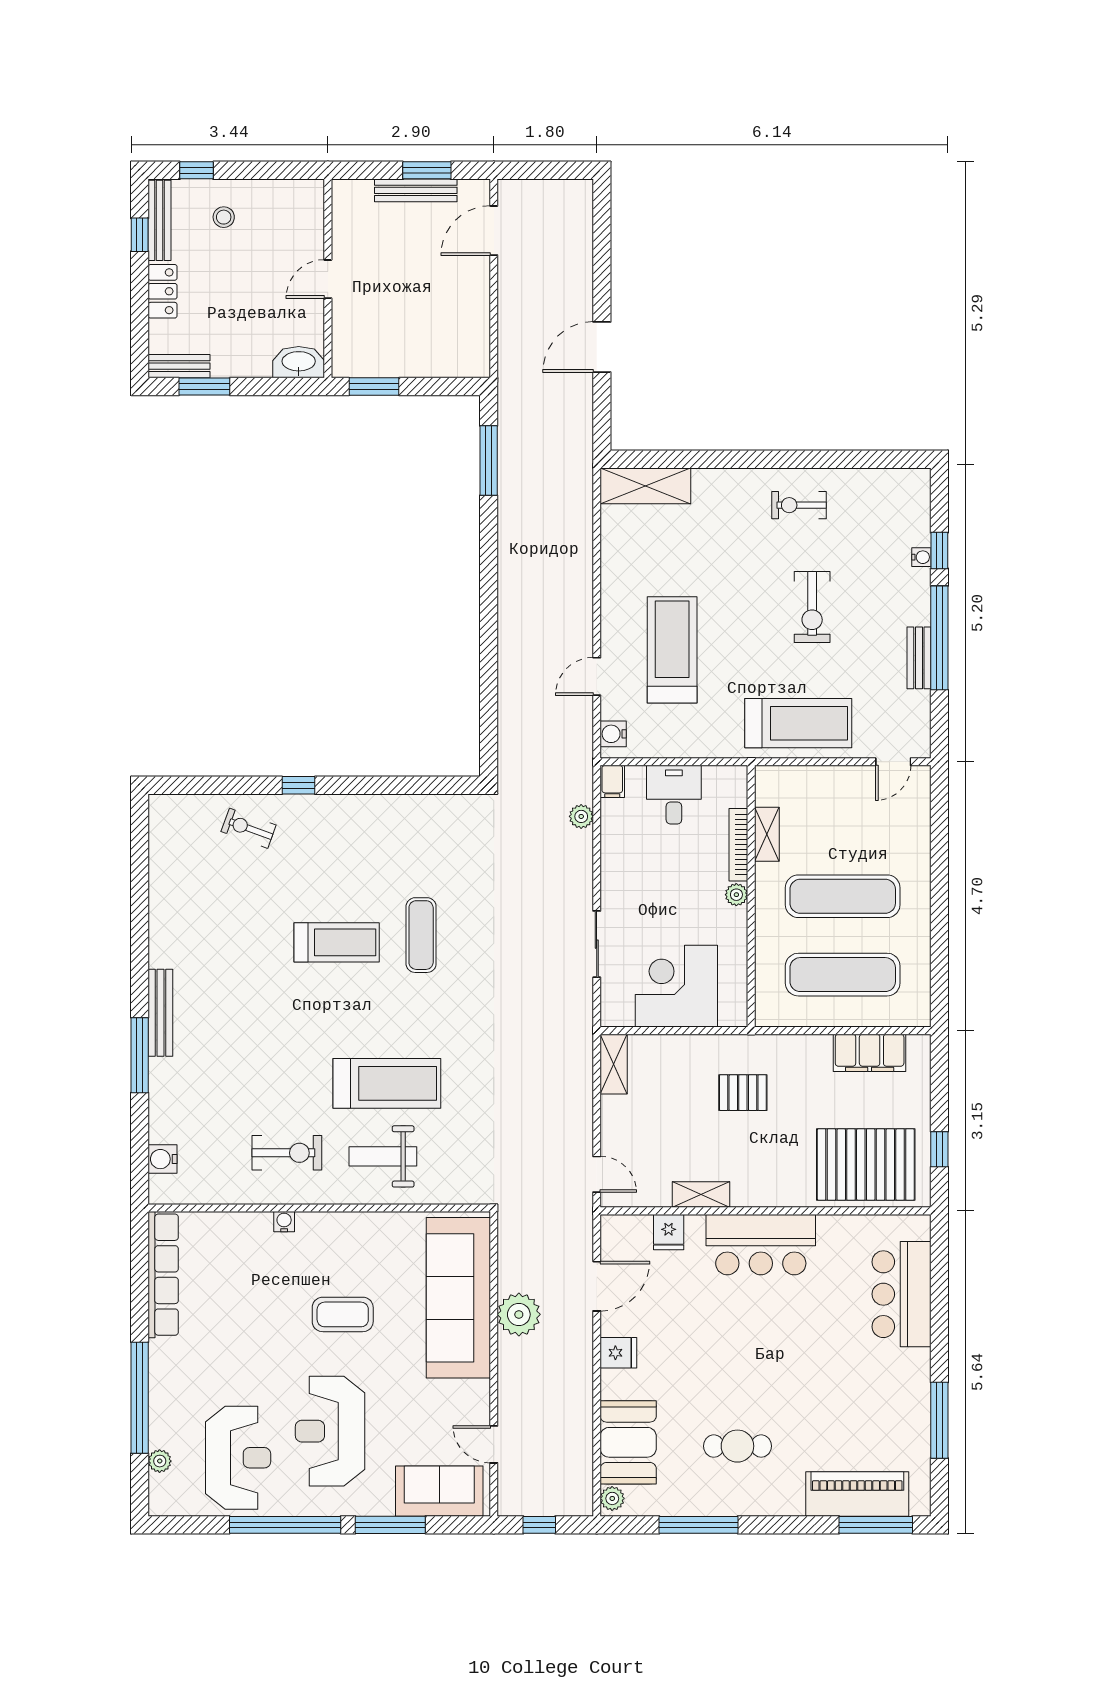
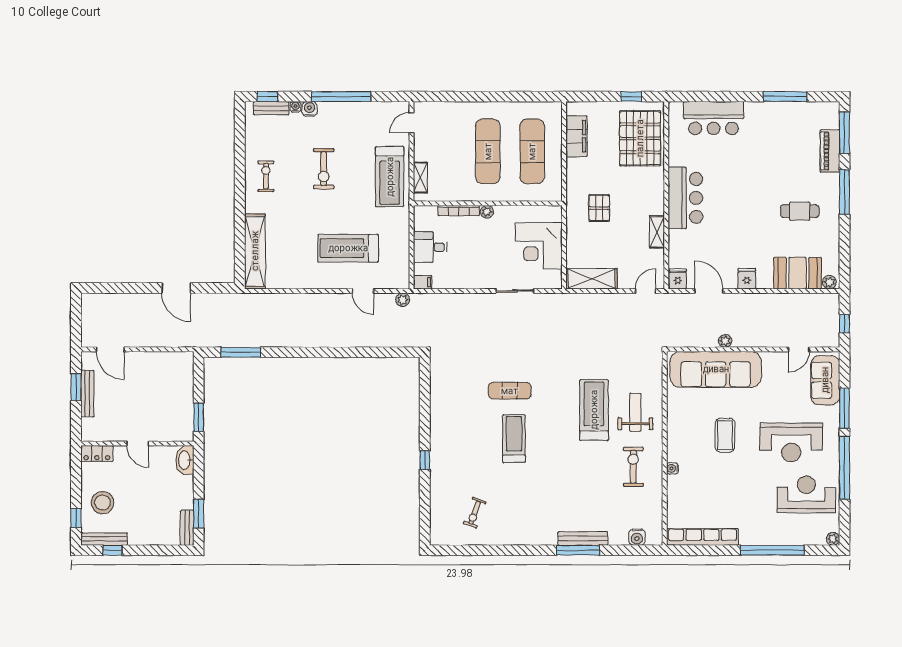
stool: (224, 217) -> (103, 503), width x1.89, depth x1.89
locker: (163, 291) -> (97, 454), moved, turned 180
shelving: (645, 486) -> (255, 251), width x1.47
exercise bike: (799, 505) -> (266, 176), turned 180
window: (939, 550) -> (267, 97), moved
exercise bike: (812, 607) -> (324, 169), turned 90
bench: (919, 658) -> (271, 108), moved
treadmill: (798, 723) -> (390, 177), turned 180
water cooler: (613, 734) -> (310, 109), moved, turned 180
door: (893, 762) -> (412, 123), swing flipped
plant: (581, 816) -> (403, 300), moved
exercise bike: (249, 828) -> (475, 513), moved
shelving: (767, 834) -> (420, 178), moved, turned 90
bench: (160, 1013) -> (583, 538), moved
shelving: (614, 1064) -> (592, 279), width x1.50, depth x1.33
weight bench: (383, 1156) -> (635, 412), turned 180
fridge: (669, 1232) -> (678, 279), moved, turned -90
plant: (519, 1314) -> (725, 341), width x0.53, depth x0.53
cafe table: (737, 1446) -> (800, 211), turned 90
plant: (160, 1461) -> (833, 539), moved
piano: (857, 1494) -> (830, 151), width x0.73, depth x0.75
window: (699, 1525) -> (844, 192), moved

